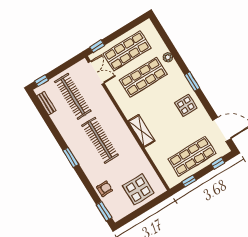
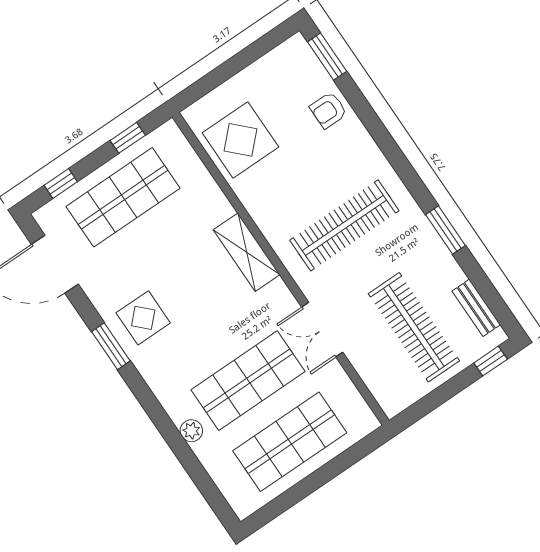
window: (97, 46) -> (361, 449), removed
double door: (96, 73) -> (322, 330), moved
window: (192, 82) -> (111, 346), moved
clothes rail: (100, 140) -> (344, 225), turned 90
window: (71, 157) -> (446, 230), moved
display table: (138, 189) -> (240, 140), moved

